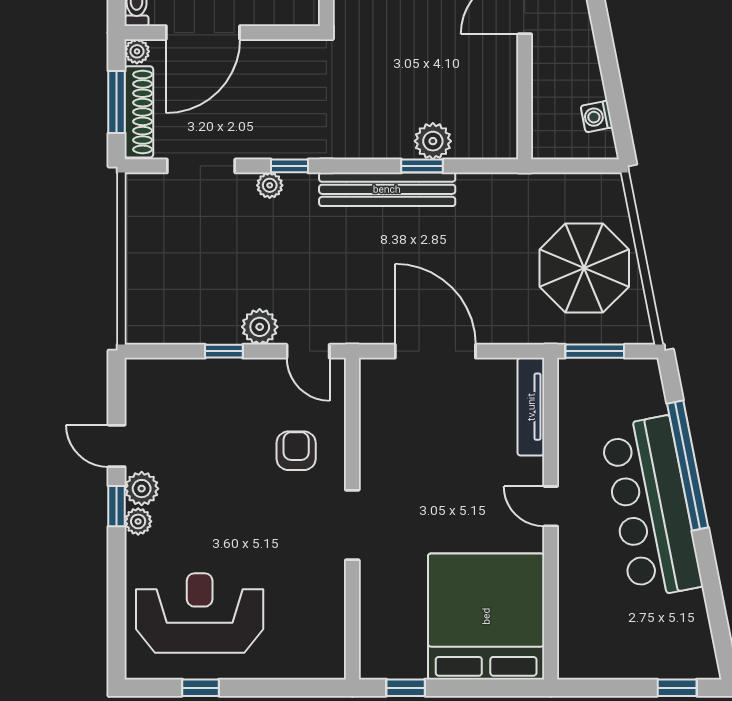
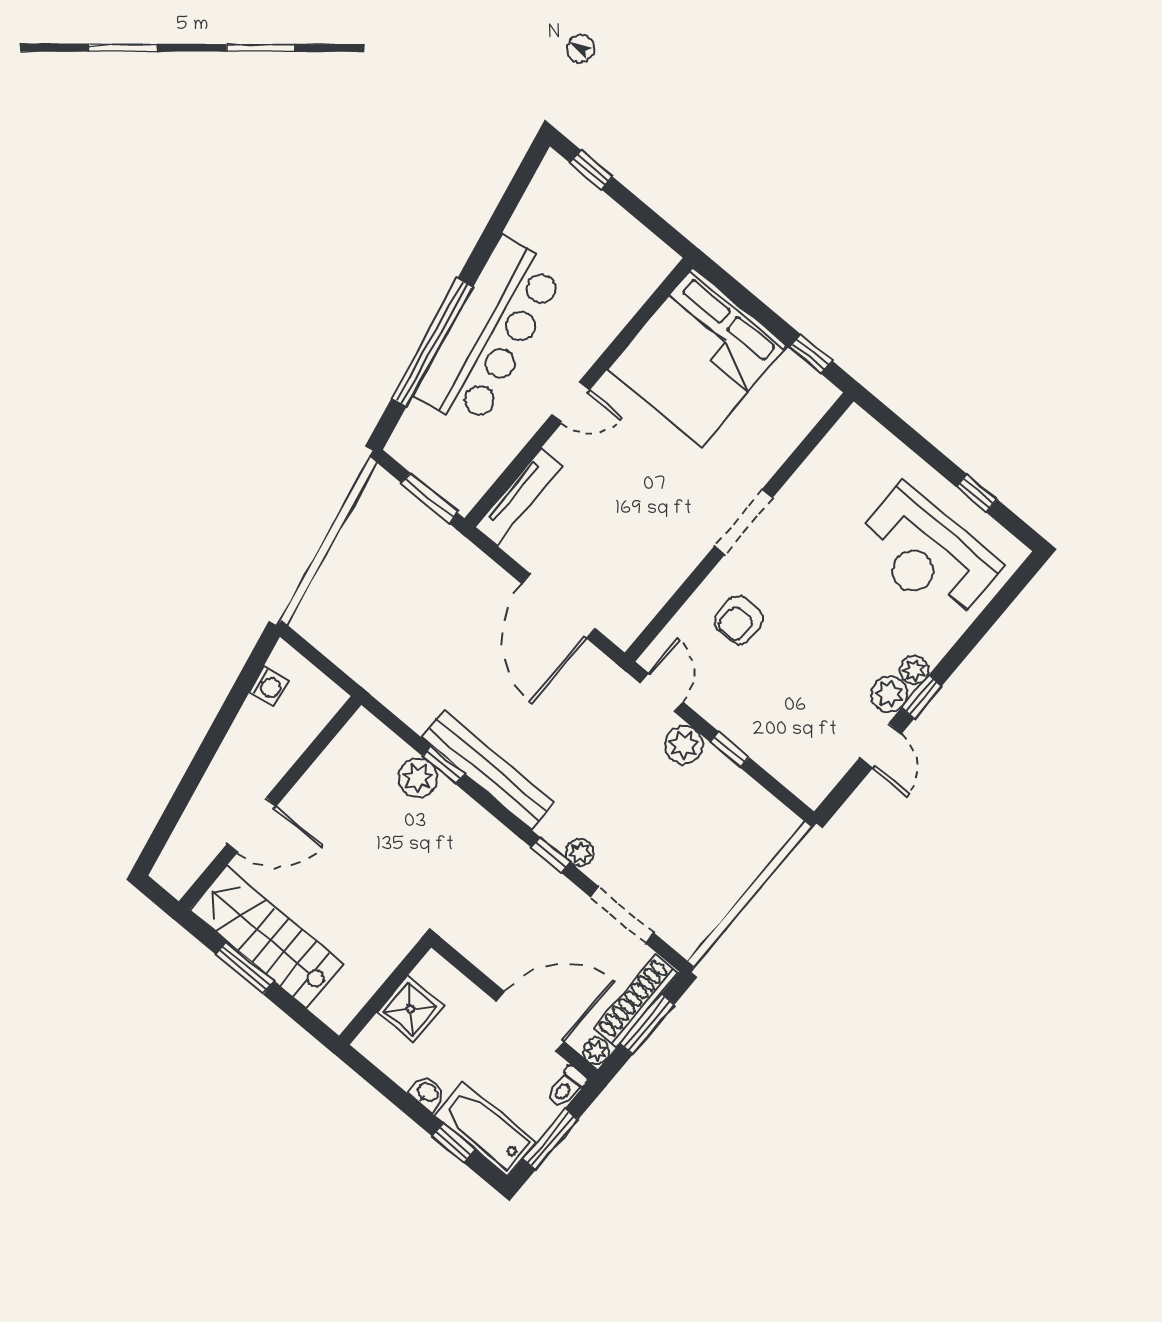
parasol: (584, 268) -> (382, 572), removed
door: (551, 506) -> (570, 402), hinge flipped

